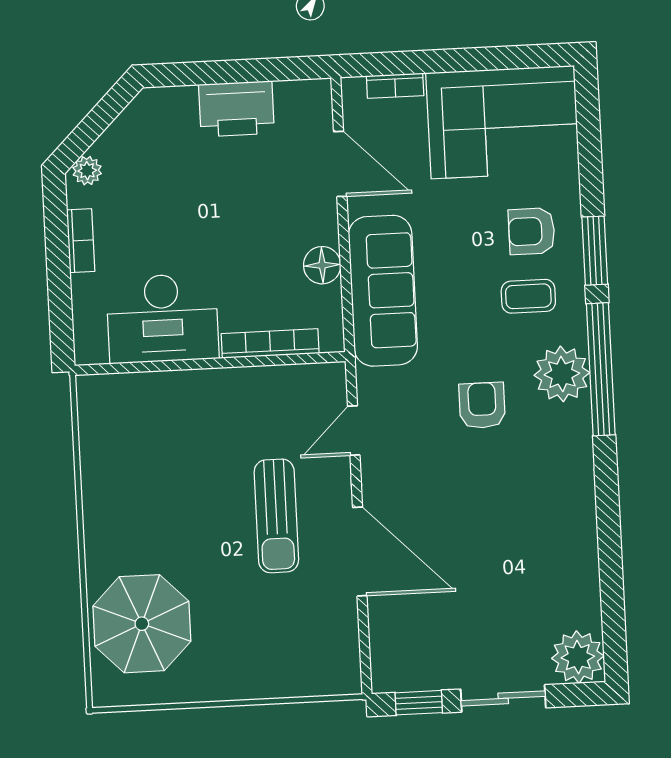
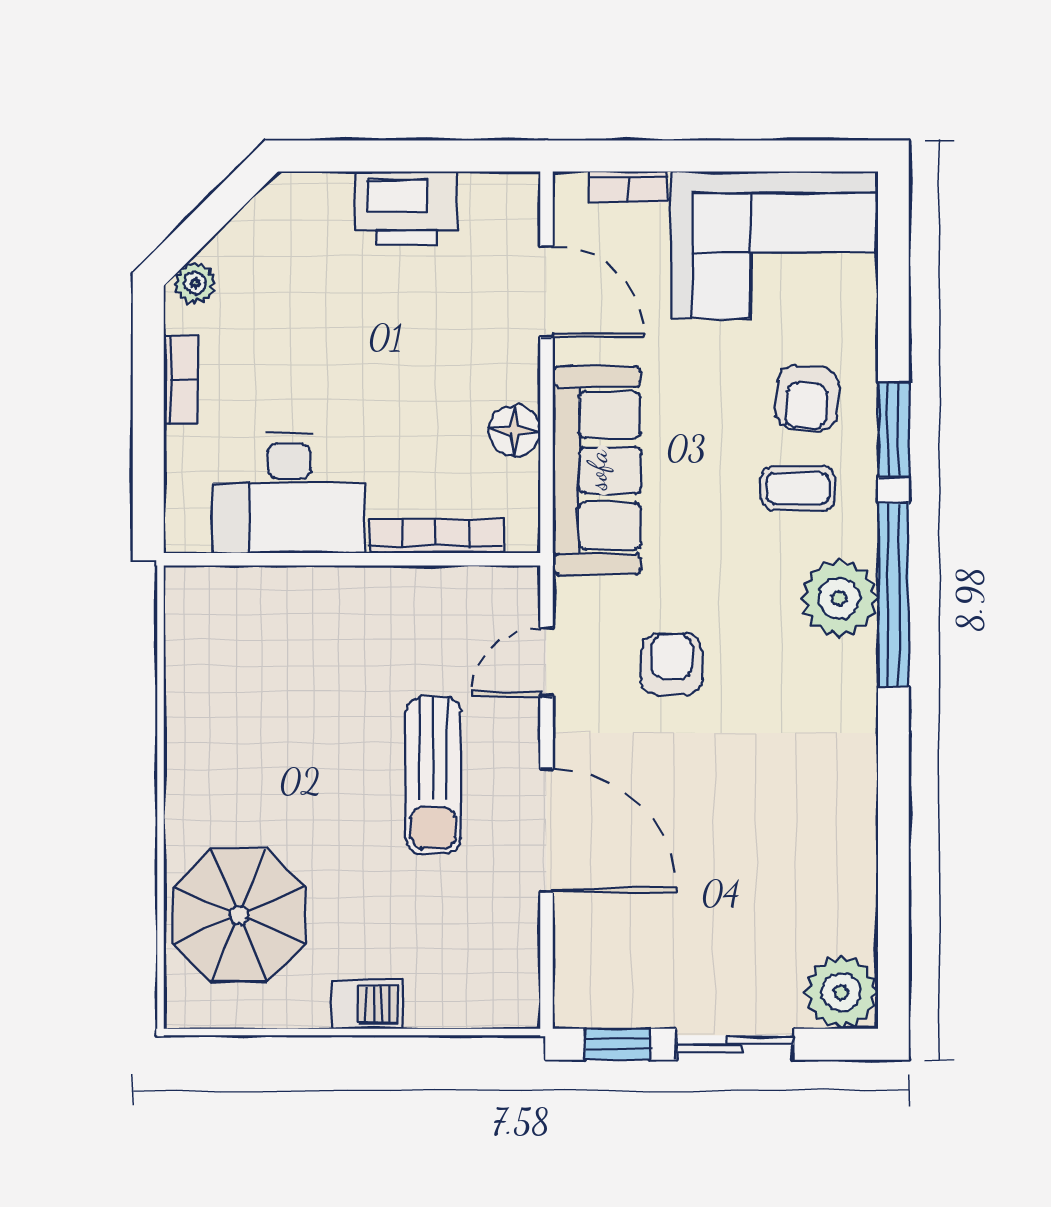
armchair: (532, 231) -> (807, 398), turned -85
armchair: (482, 405) -> (672, 664), moved
barbecue: (237, 683) -> (367, 1004), added

